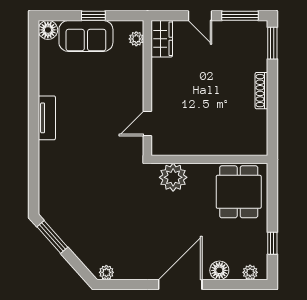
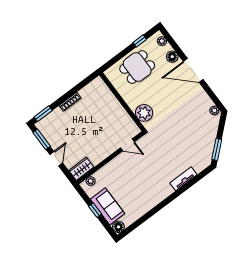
tv unit: (47, 118) -> (183, 179), moved
dining table: (239, 192) -> (137, 67), moved

